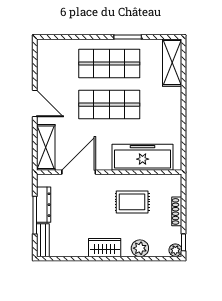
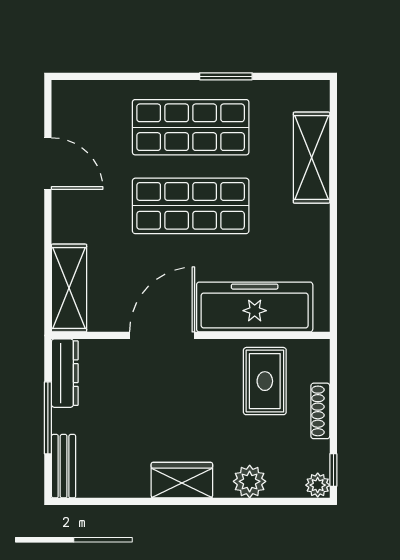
shelving: (172, 63) -> (312, 158), moved
door: (35, 104) -> (48, 164), moved
door: (79, 172) -> (162, 335), moved
rug: (132, 202) -> (265, 381), moved, turned 90
dresser: (44, 205) -> (65, 373), moved

